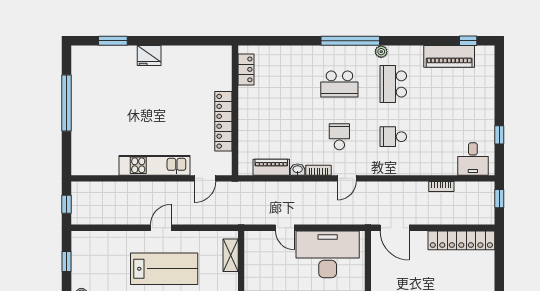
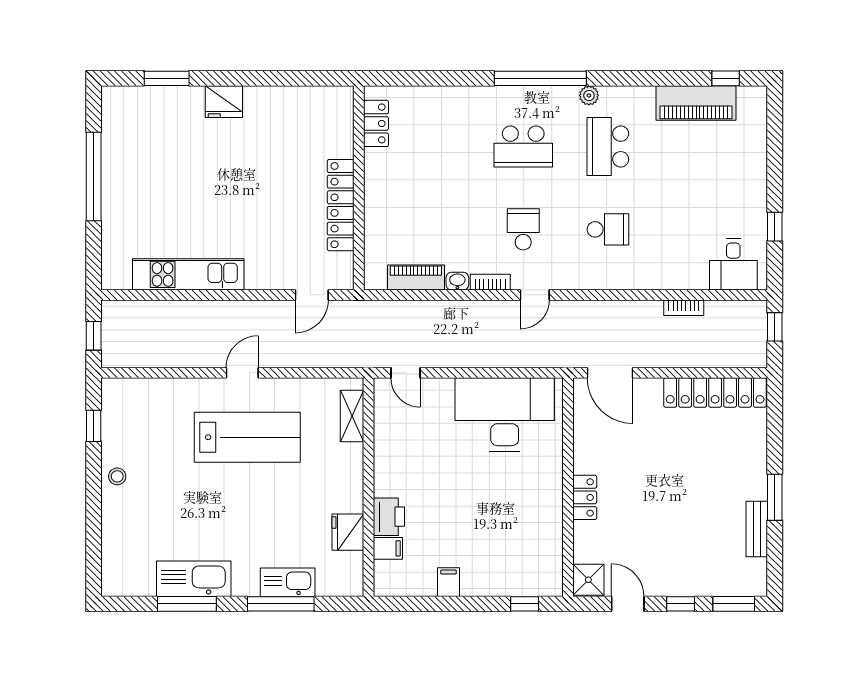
school desk: (393, 137) -> (608, 229), turned 180
kitchen unit: (154, 165) -> (188, 274), moved
door: (285, 228) -> (405, 373), moved

